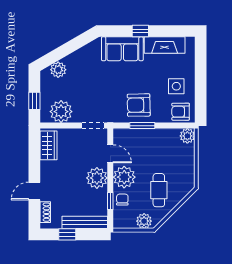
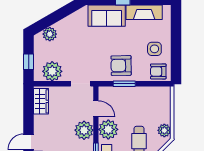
plant: (187, 136) -> (164, 130), moved

